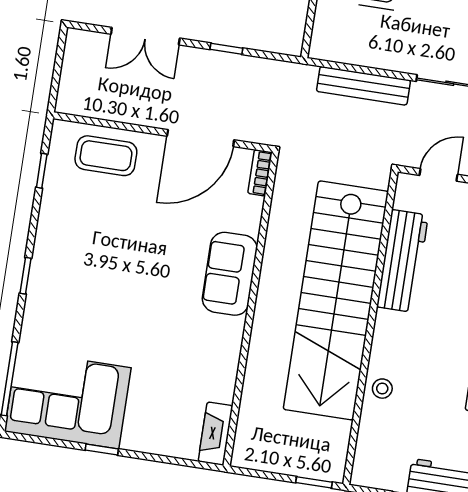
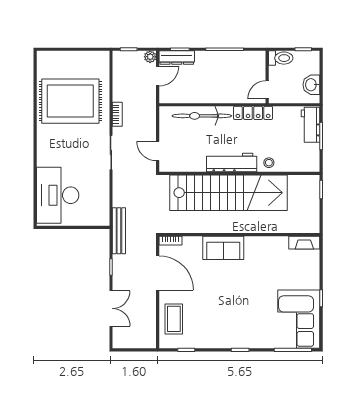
bench: (363, 86) -> (119, 231), moved
workbench: (403, 261) -> (232, 162), moved

